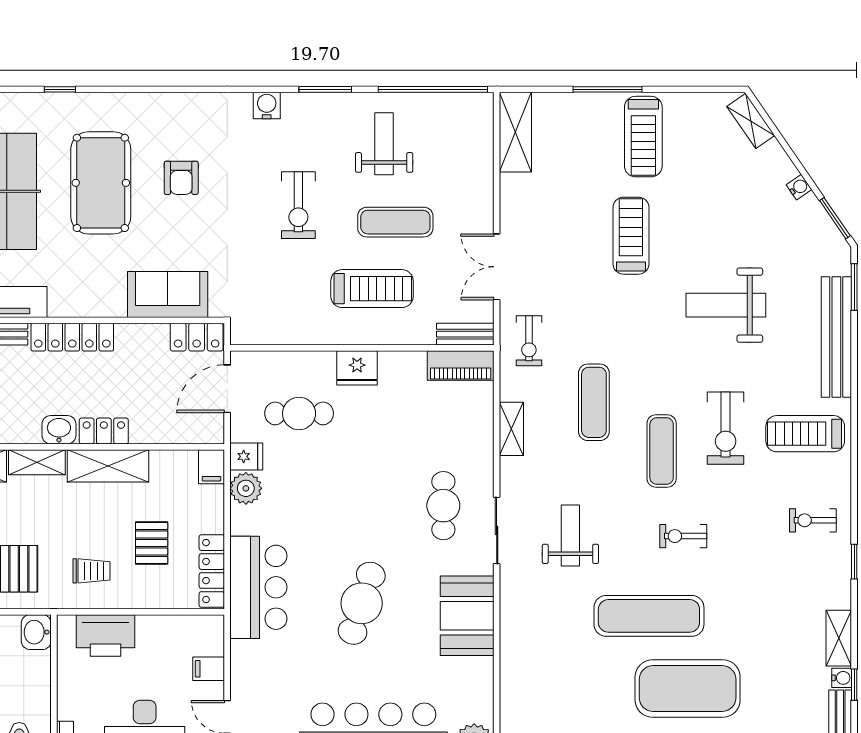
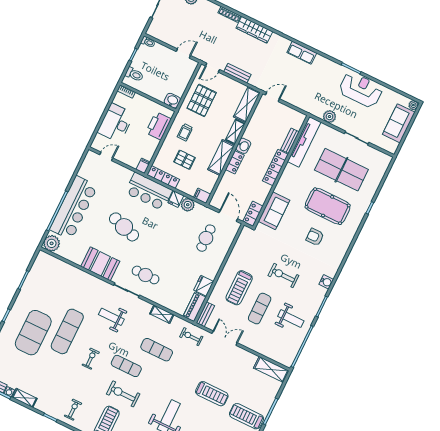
fridge: (357, 368) -> (204, 286), moved
fridge: (246, 456) -> (176, 199), moved
weight bench: (570, 535) -> (111, 317), turned 180
filing cabinet: (209, 669) -> (143, 166), moved

